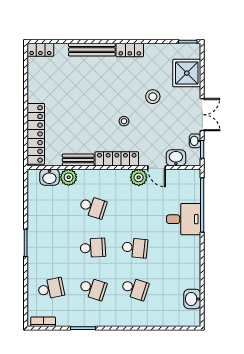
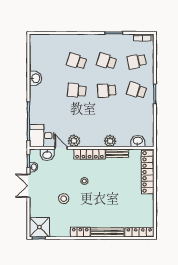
locker: (40, 50) -> (139, 232), width x1.53
shower: (187, 73) -> (39, 227), moved
plant: (69, 177) -> (110, 141), moved
school desk: (93, 207) -> (137, 90), moved
desk: (184, 219) -> (42, 136), moved
washbasin: (192, 299) -> (36, 78), moved

